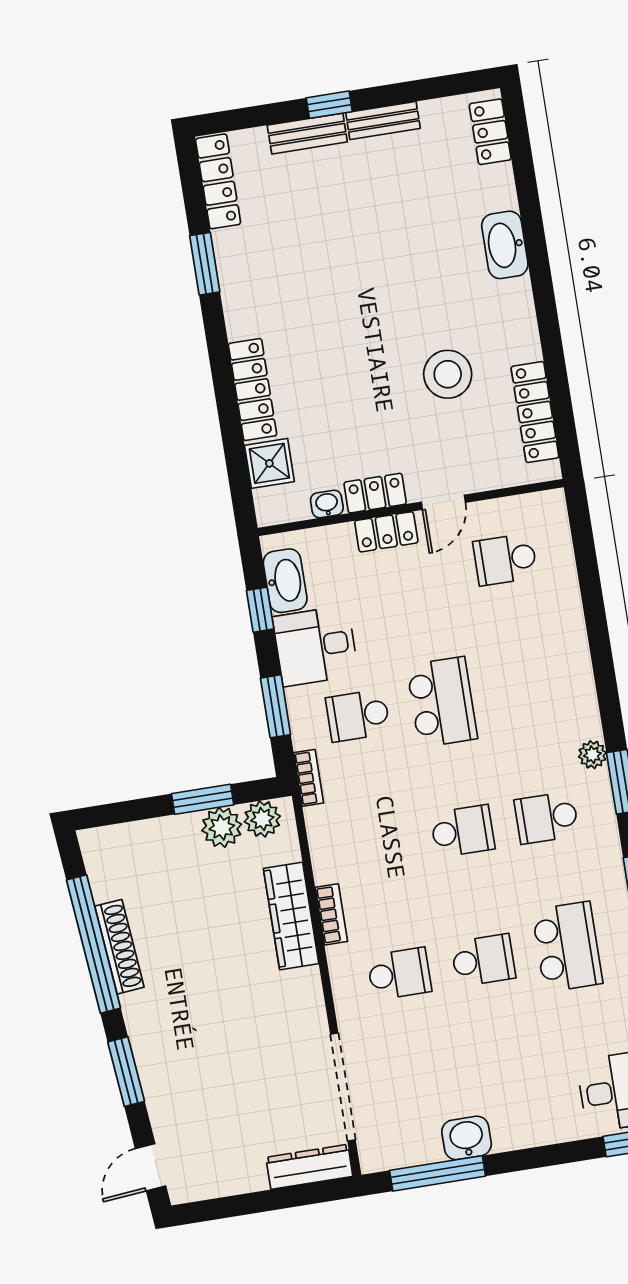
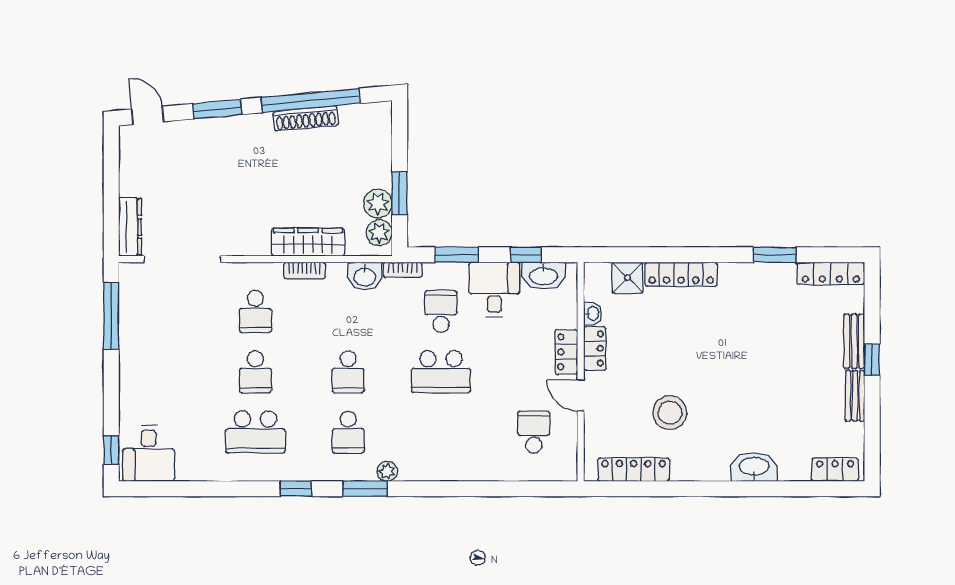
school desk: (547, 818) -> (348, 432), turned 180
washbasin: (467, 1138) -> (365, 276), moved, turned 90

